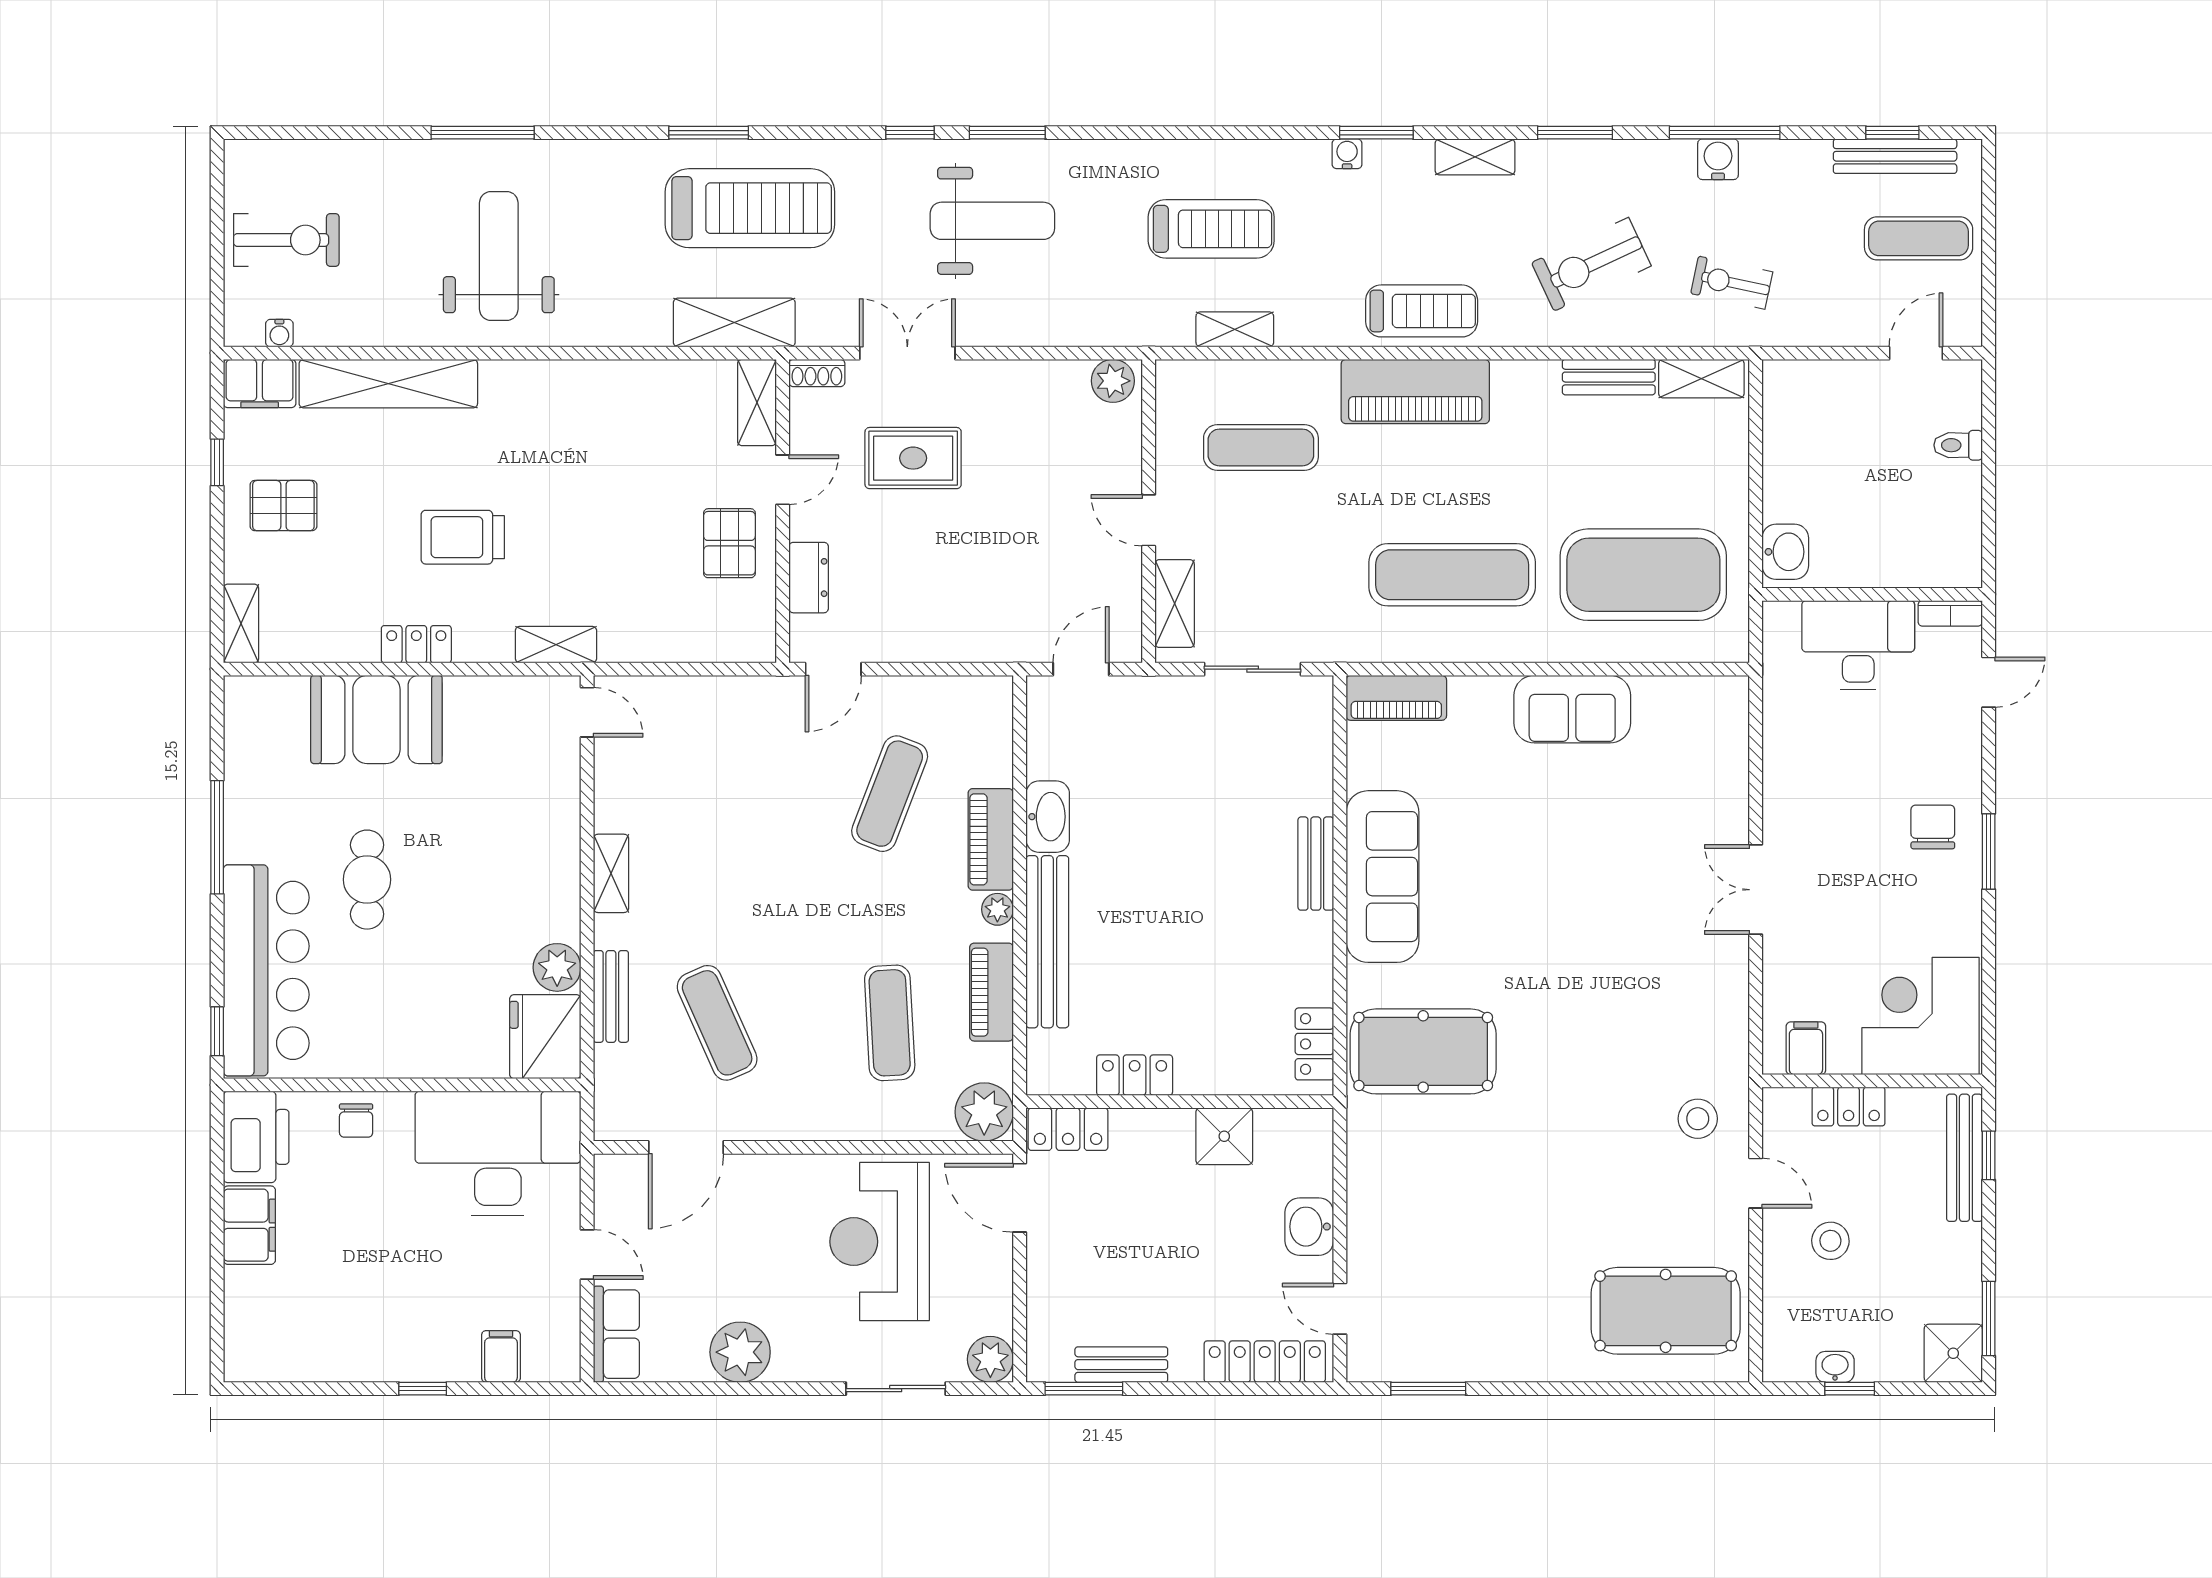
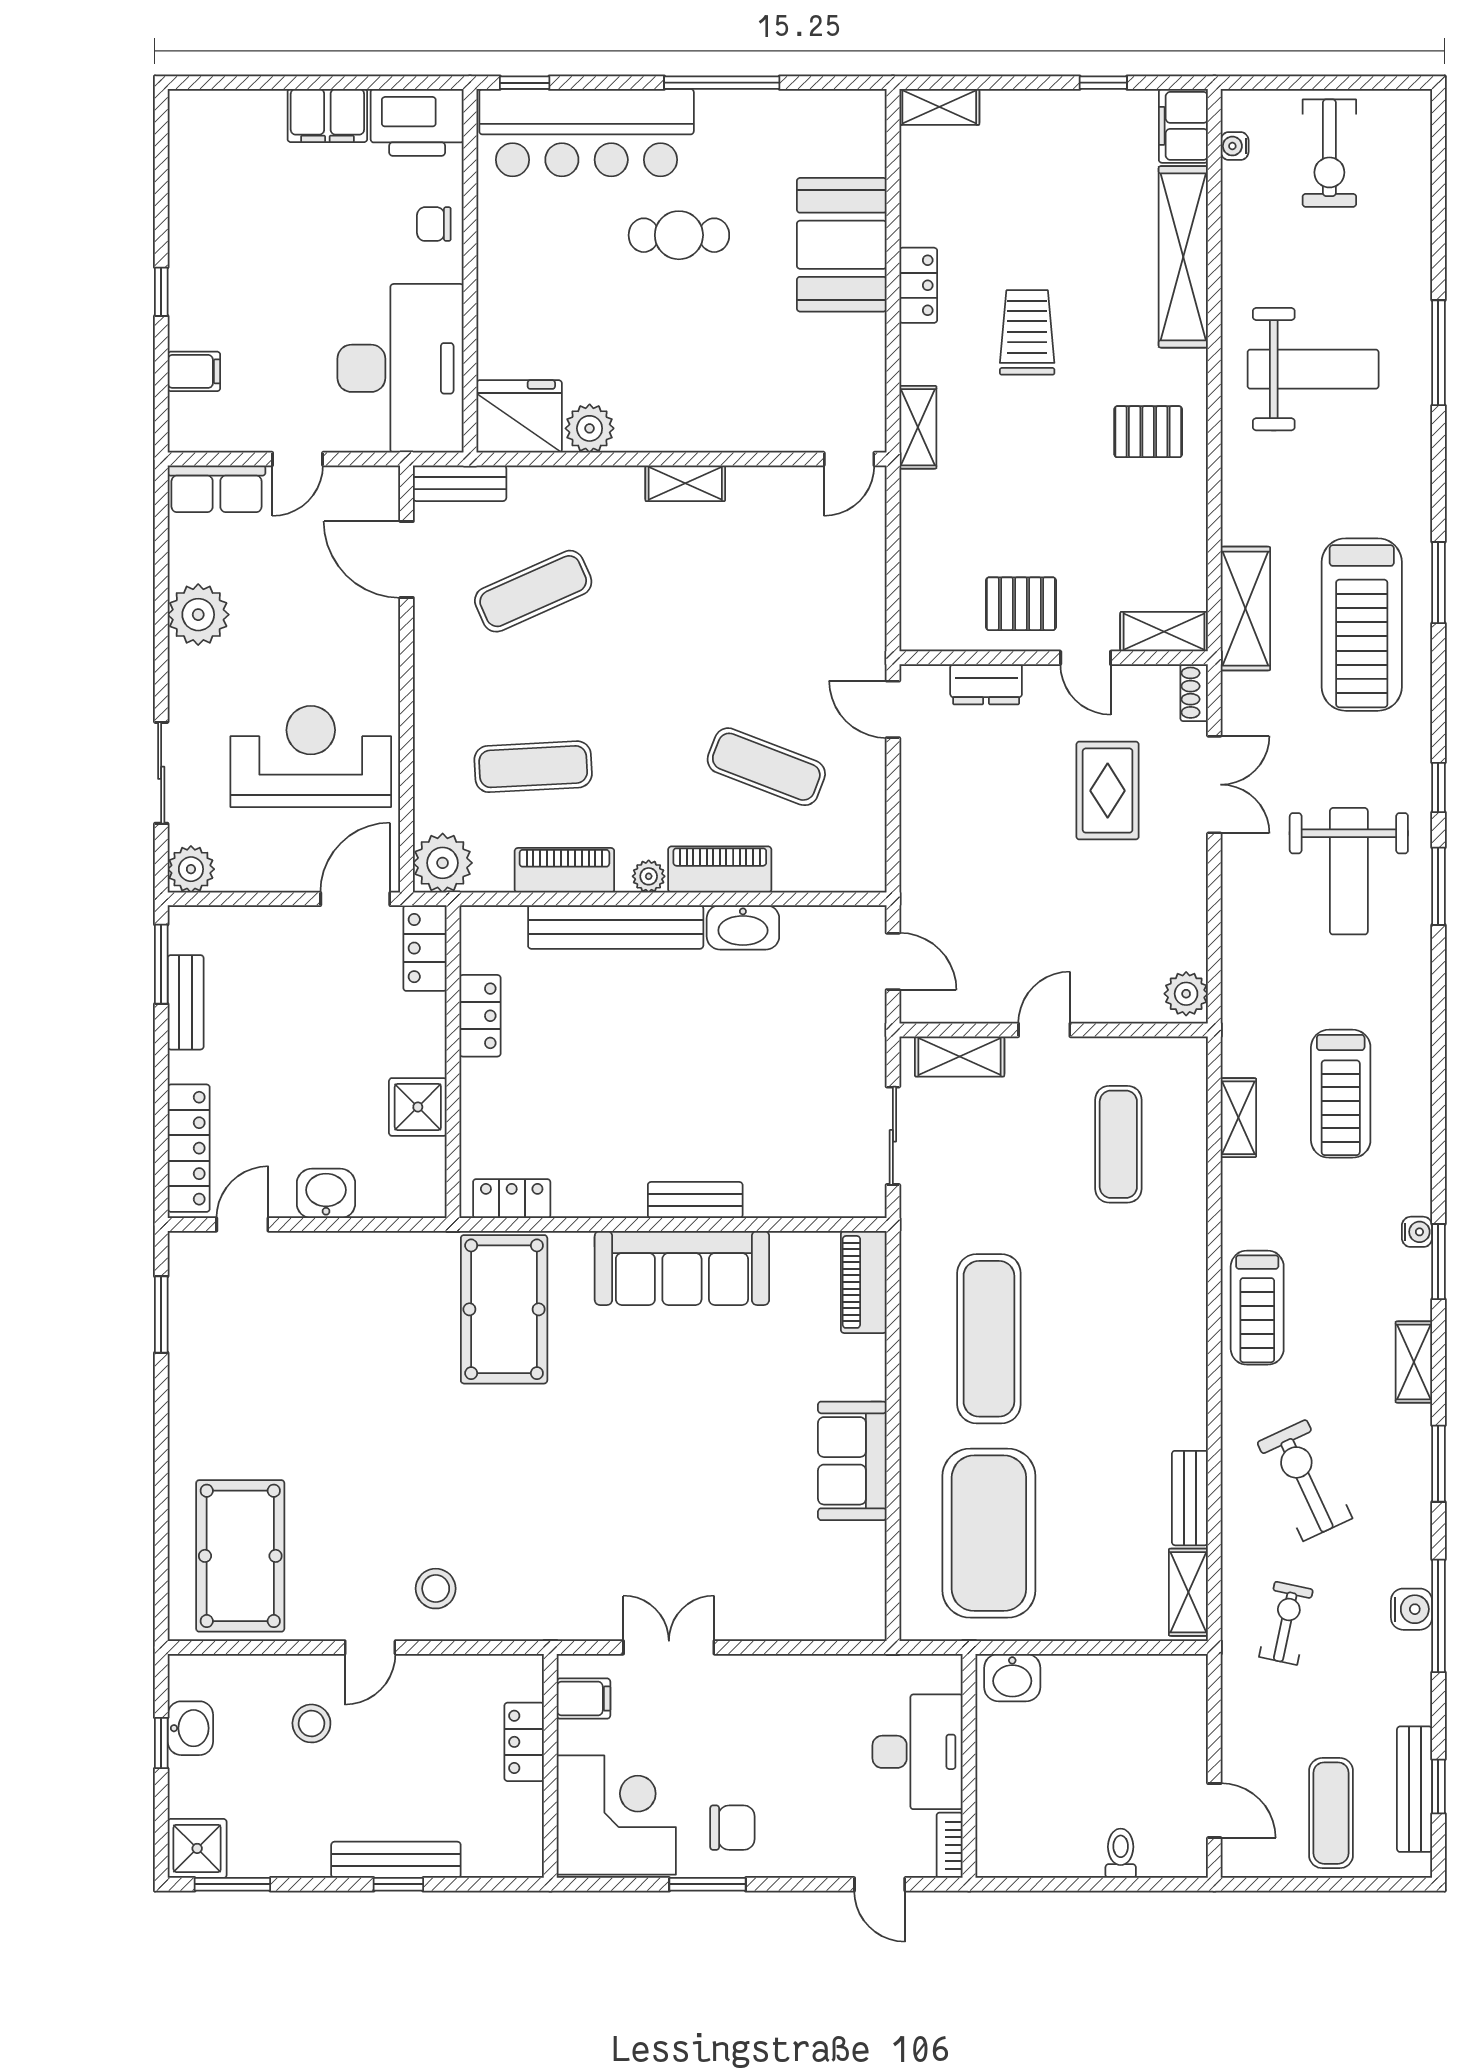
piano: (1415, 391) -> (1175, 1301), removed
pallet: (283, 506) -> (1148, 432), moved, turned 90
bench: (611, 996) -> (460, 483), moved
corner desk: (1920, 1016) -> (616, 1815), moved
filing cabinet: (1806, 1048) -> (583, 1699), moved
wall: (1872, 1081) -> (550, 1766), moved
locker: (1849, 1107) -> (524, 1742), moved
washbasin: (1835, 1367) -> (190, 1728), width x1.38, depth x1.45

